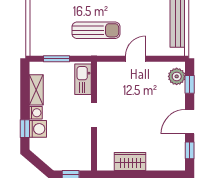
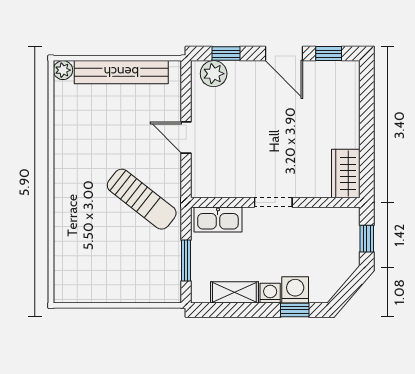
sun lounger: (96, 30) -> (142, 199), turned 128
wardrobe: (130, 161) -> (346, 173), moved

